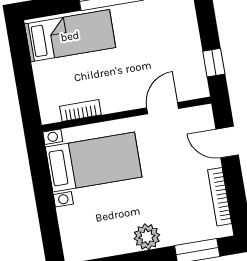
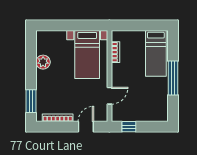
door: (163, 108) -> (109, 96), hinge flipped
plant: (147, 237) -> (43, 62), moved

